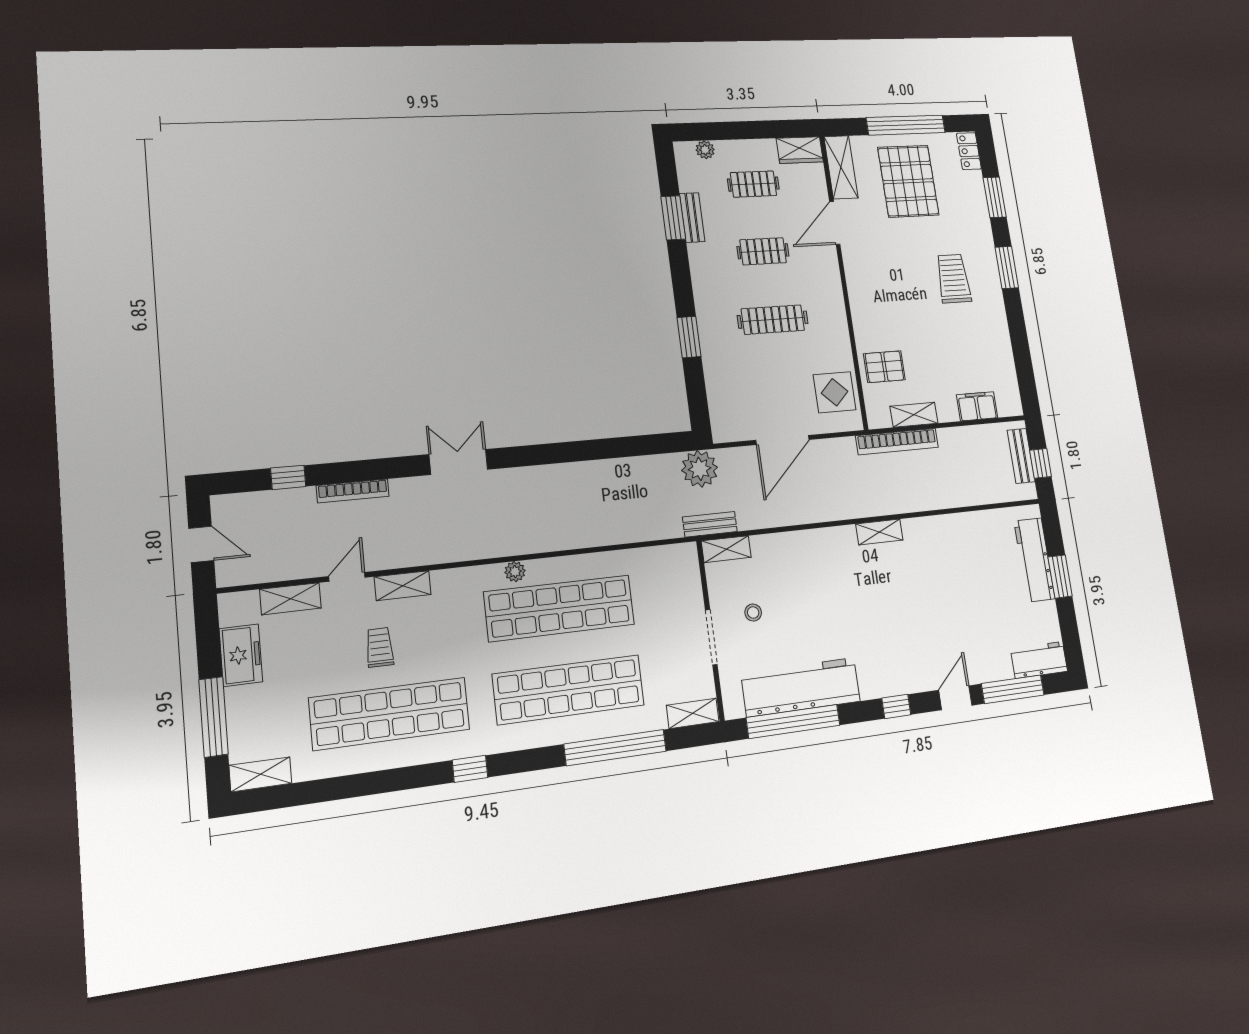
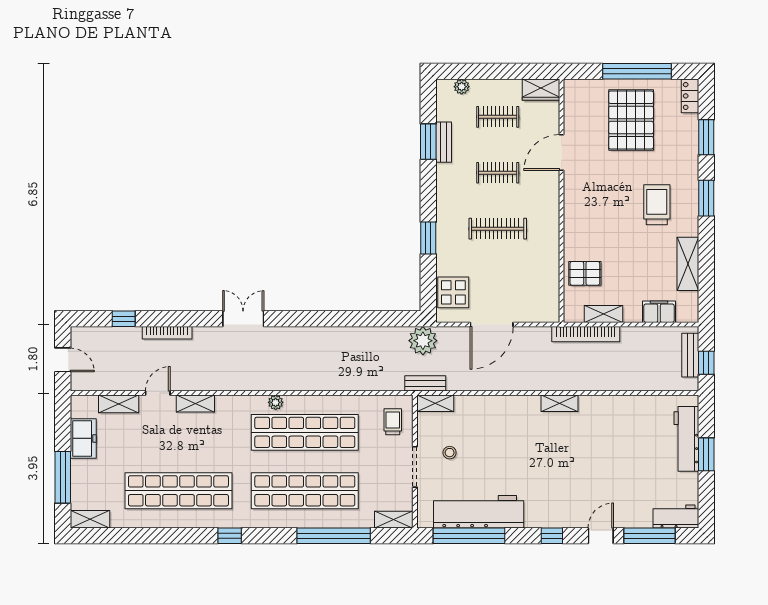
shelving: (841, 167) -> (688, 264), moved
display table: (835, 392) -> (453, 292), moved
trolley: (380, 647) -> (393, 422), moved

